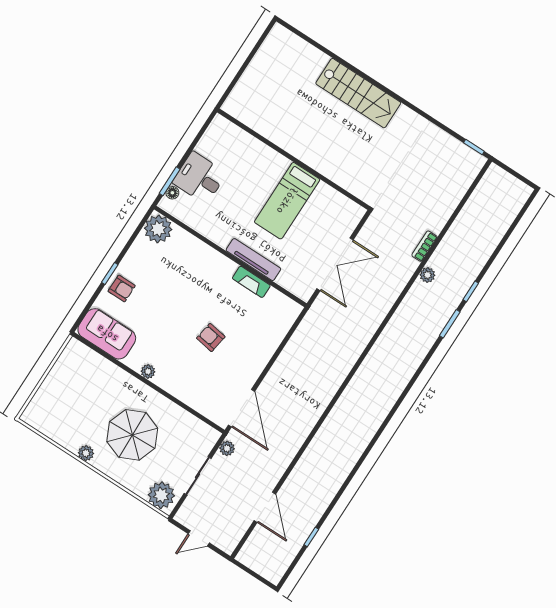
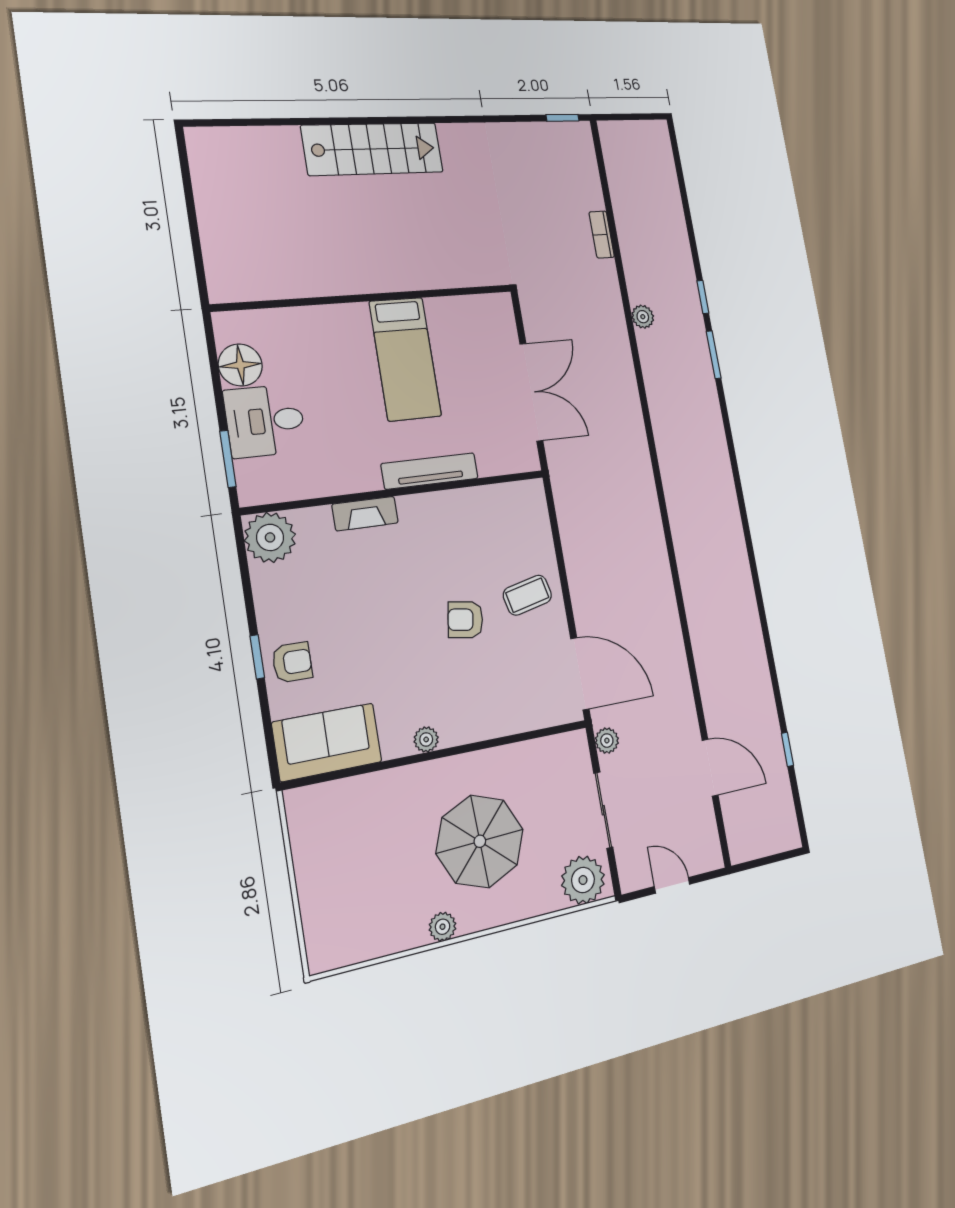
floor lamp: (172, 193) -> (240, 365), moved, width x1.89, depth x1.89
bookcase: (425, 246) -> (602, 235), moved
fireplace: (251, 282) -> (365, 514), moved
coffee table: (249, 352) -> (527, 595), added
door: (199, 538) -> (672, 885), swing flipped

